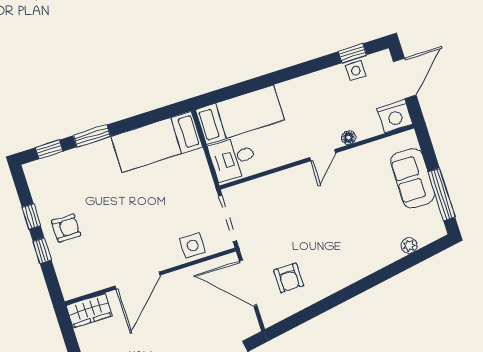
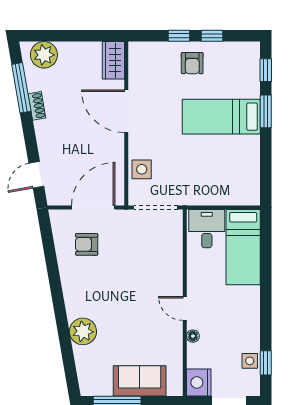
bed: (157, 142) -> (221, 117), moved, turned -90
plant: (409, 246) -> (83, 331), moved, width x1.88, depth x1.88

